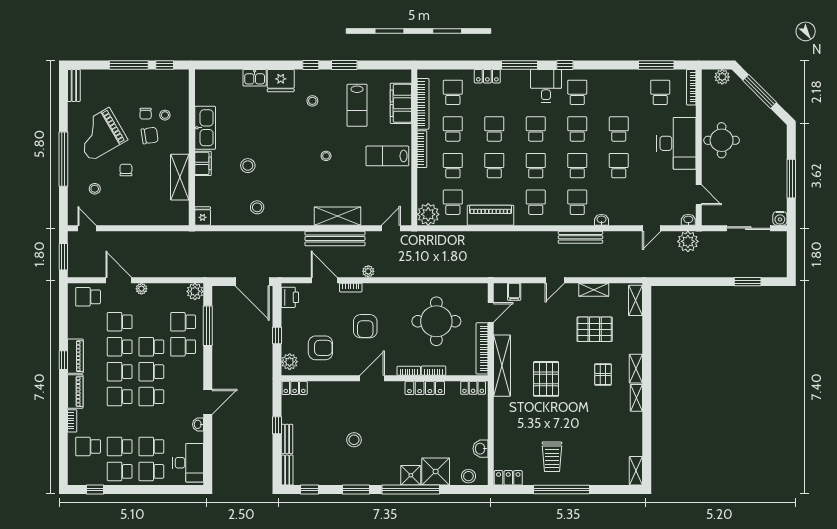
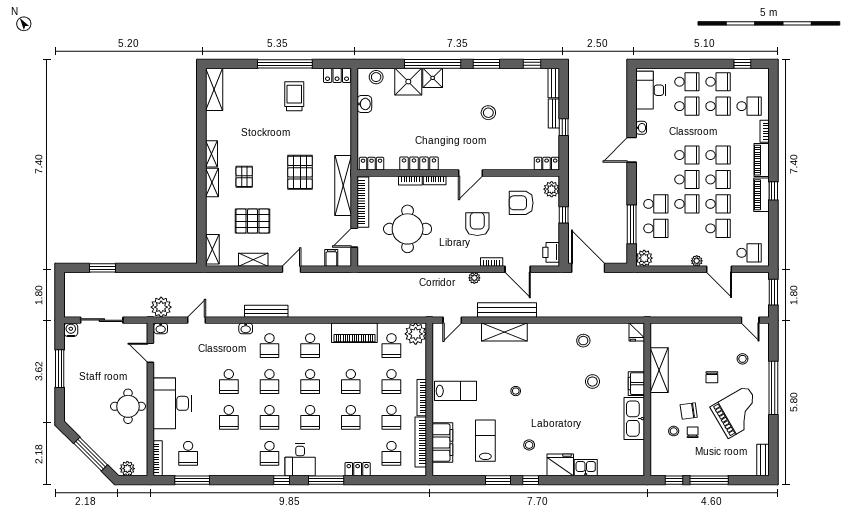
shelving: (636, 471) -> (214, 89), width x1.50, depth x1.33

